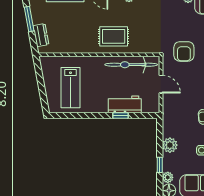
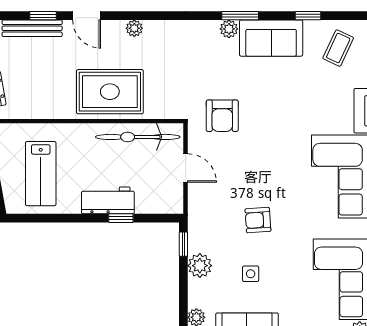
rug: (114, 36) -> (110, 92), width x1.36, depth x1.43
workbench: (125, 104) -> (108, 200), moved
window: (160, 165) -> (183, 244), moved

